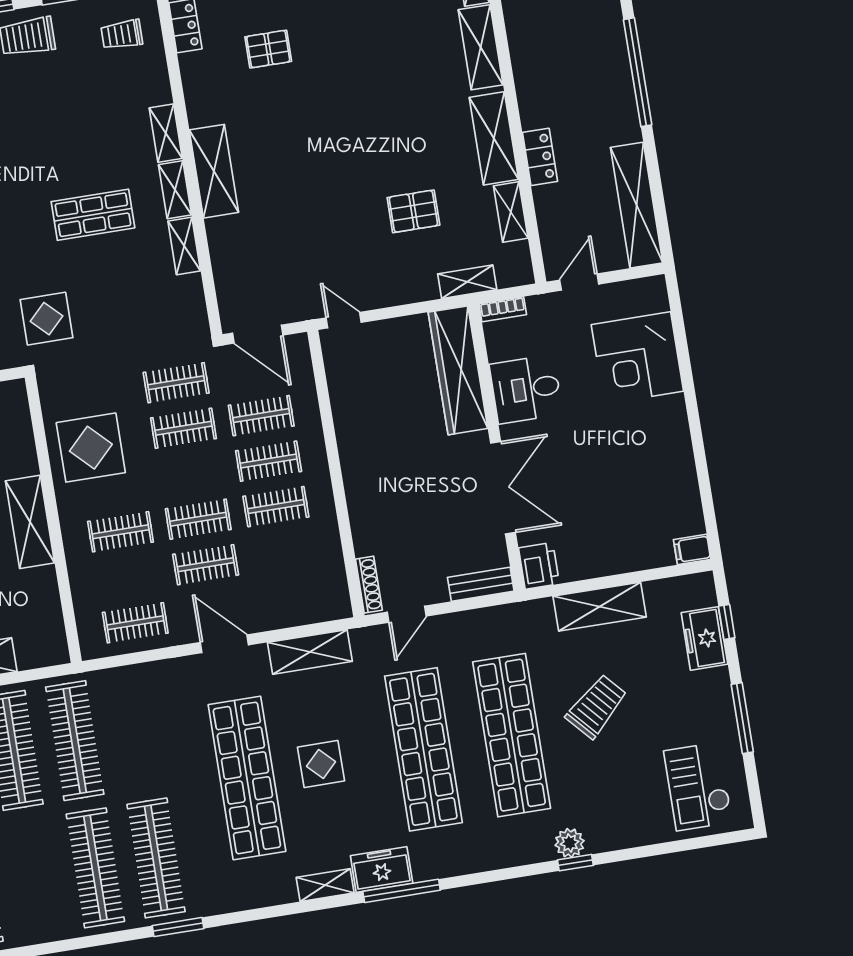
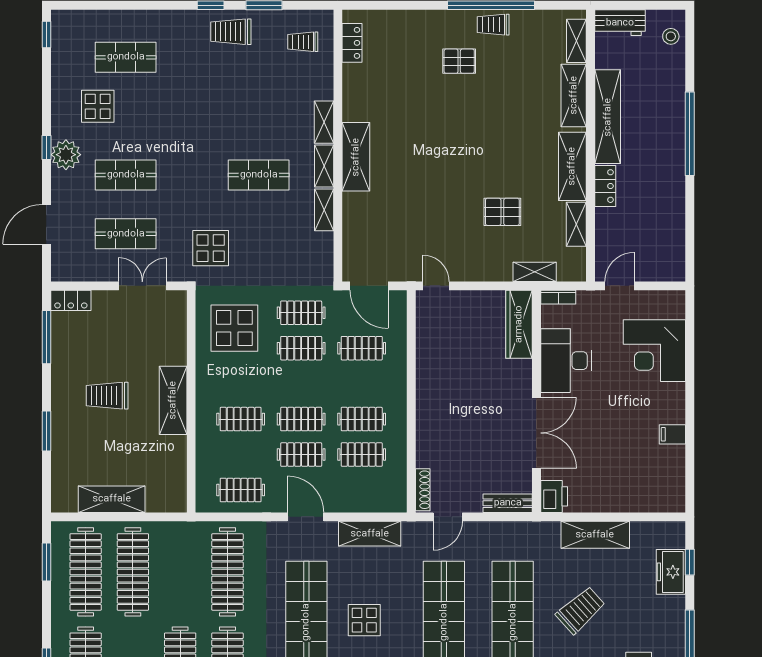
pallet: (268, 49) -> (459, 61), moved
shelving: (637, 205) -> (608, 117), moved
wardrobe: (458, 370) -> (519, 324), width x0.71, depth x0.85
desk: (526, 389) -> (566, 361), width x1.37
display table: (91, 448) -> (234, 328), moved
clothes rail: (269, 461) -> (362, 455), moved
filing cabinet: (692, 549) -> (672, 434), moved
clothes rail: (75, 741) -> (227, 572), moved

